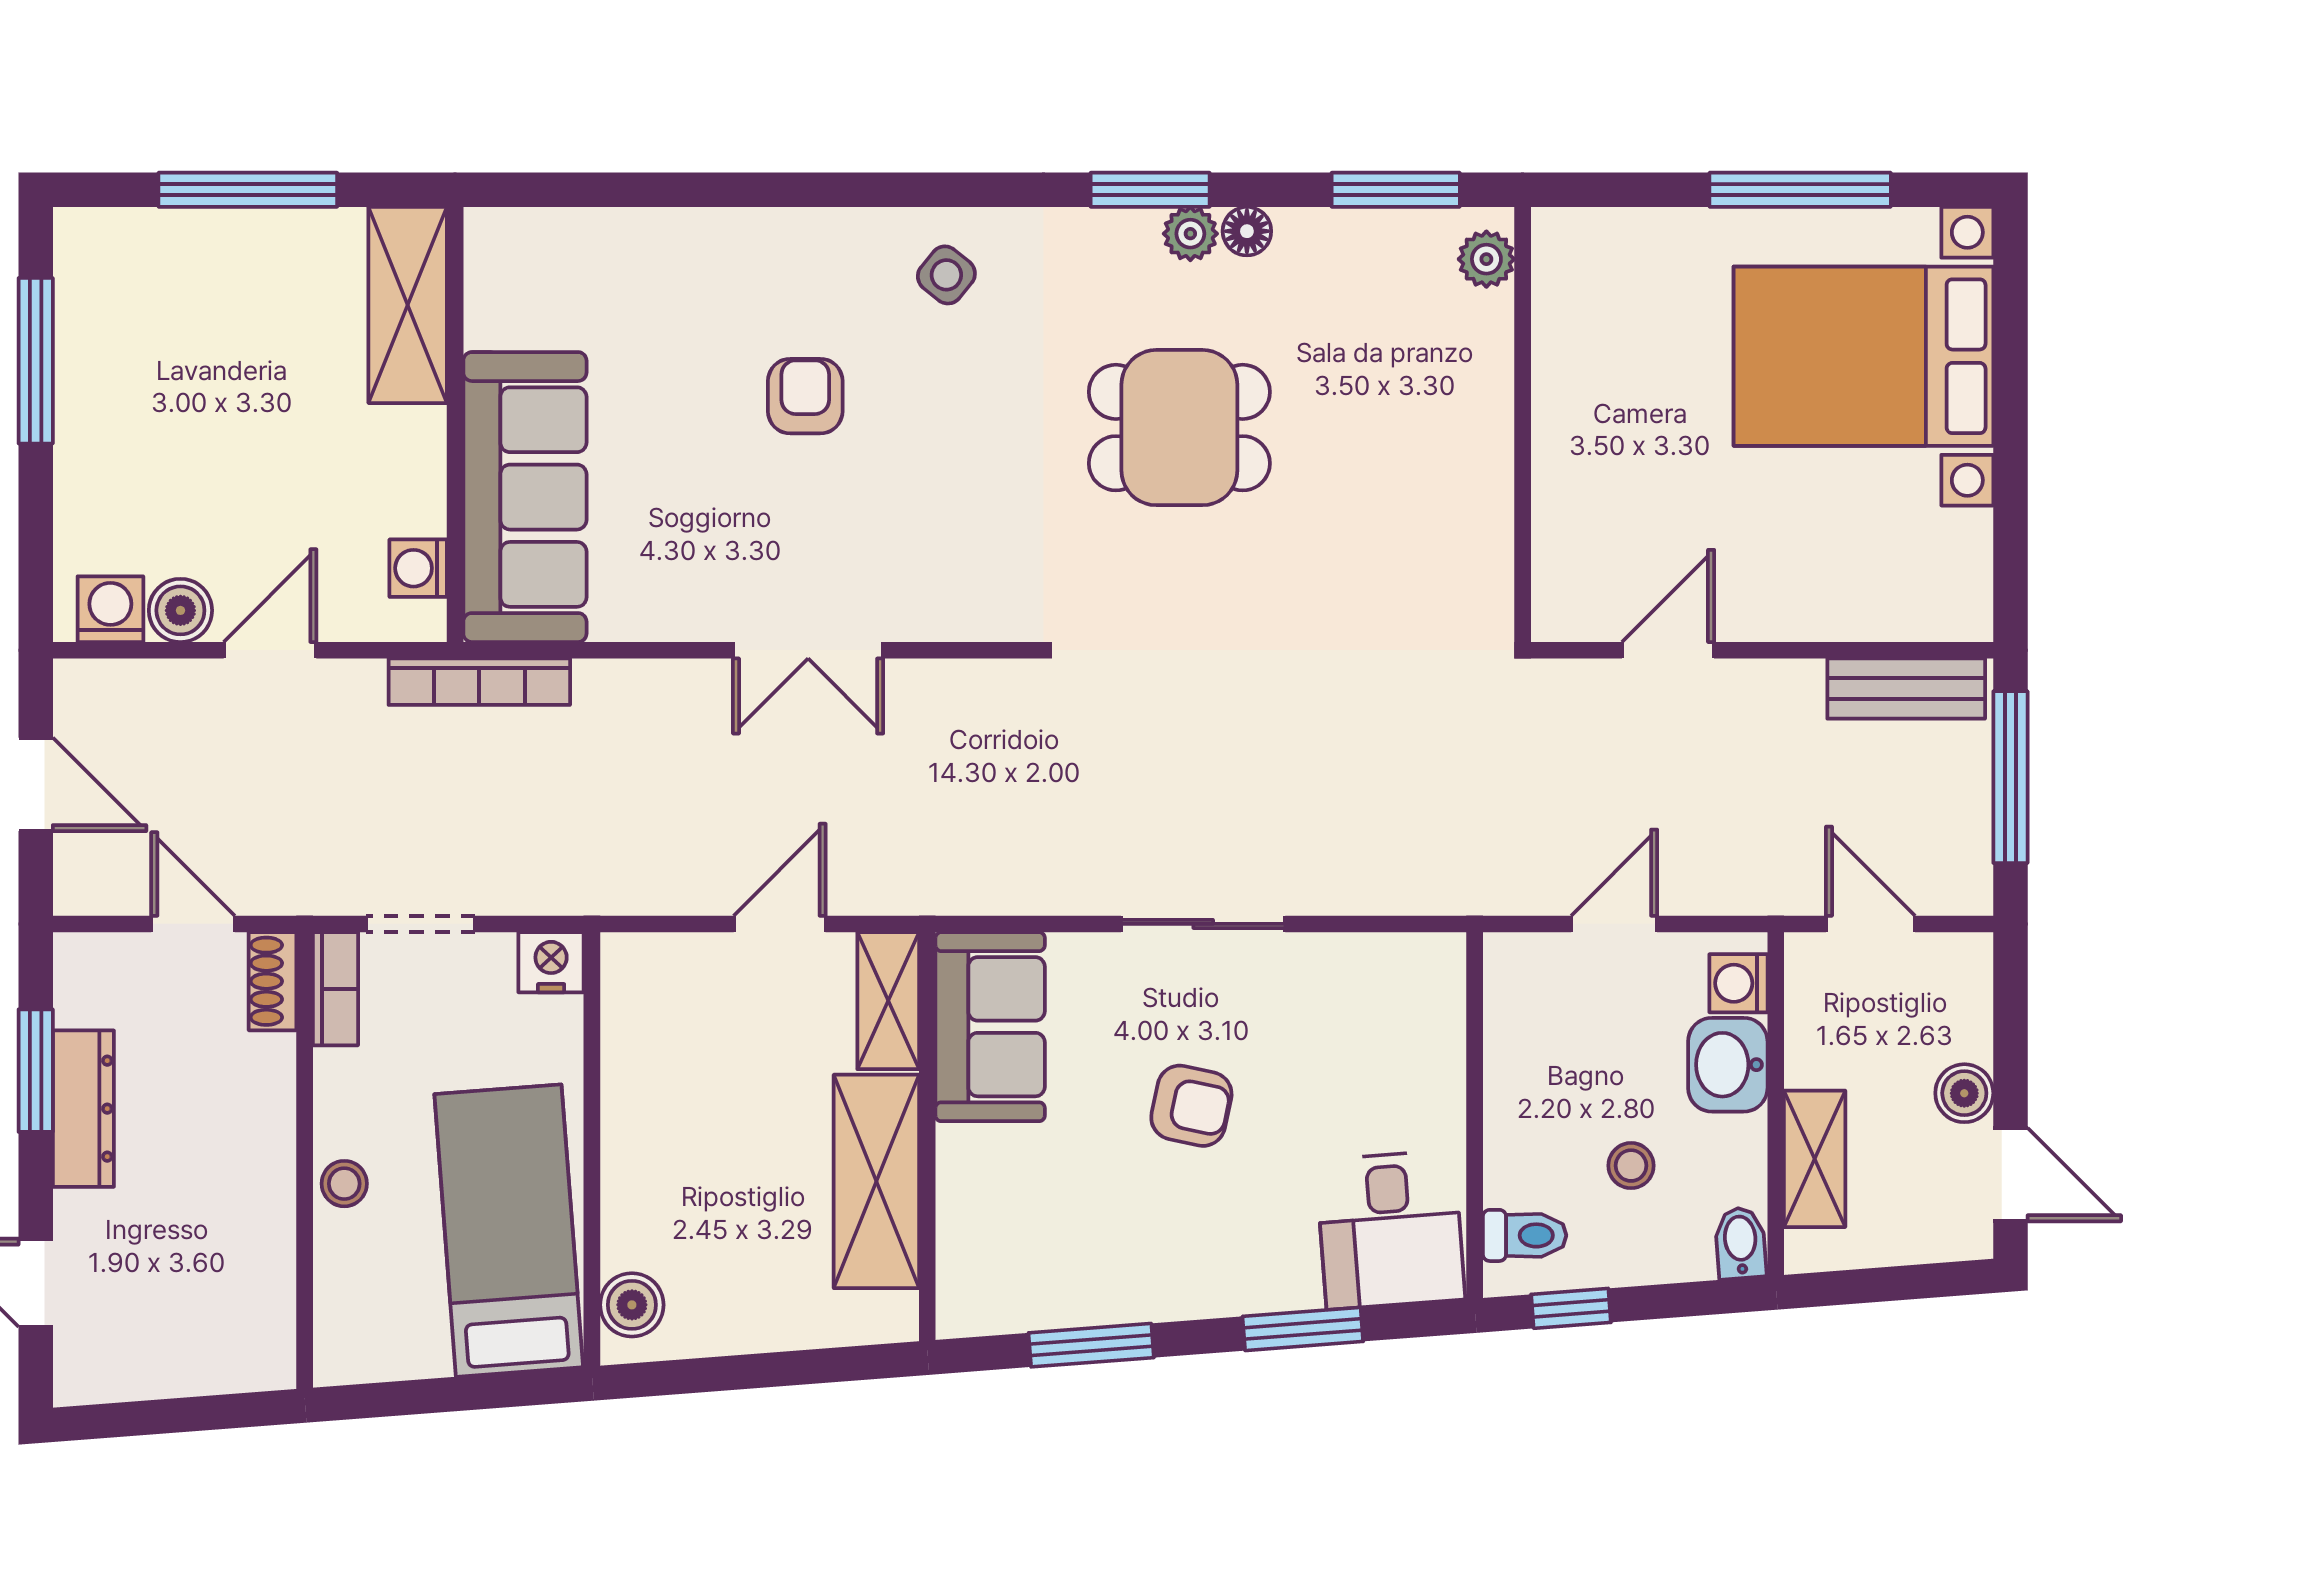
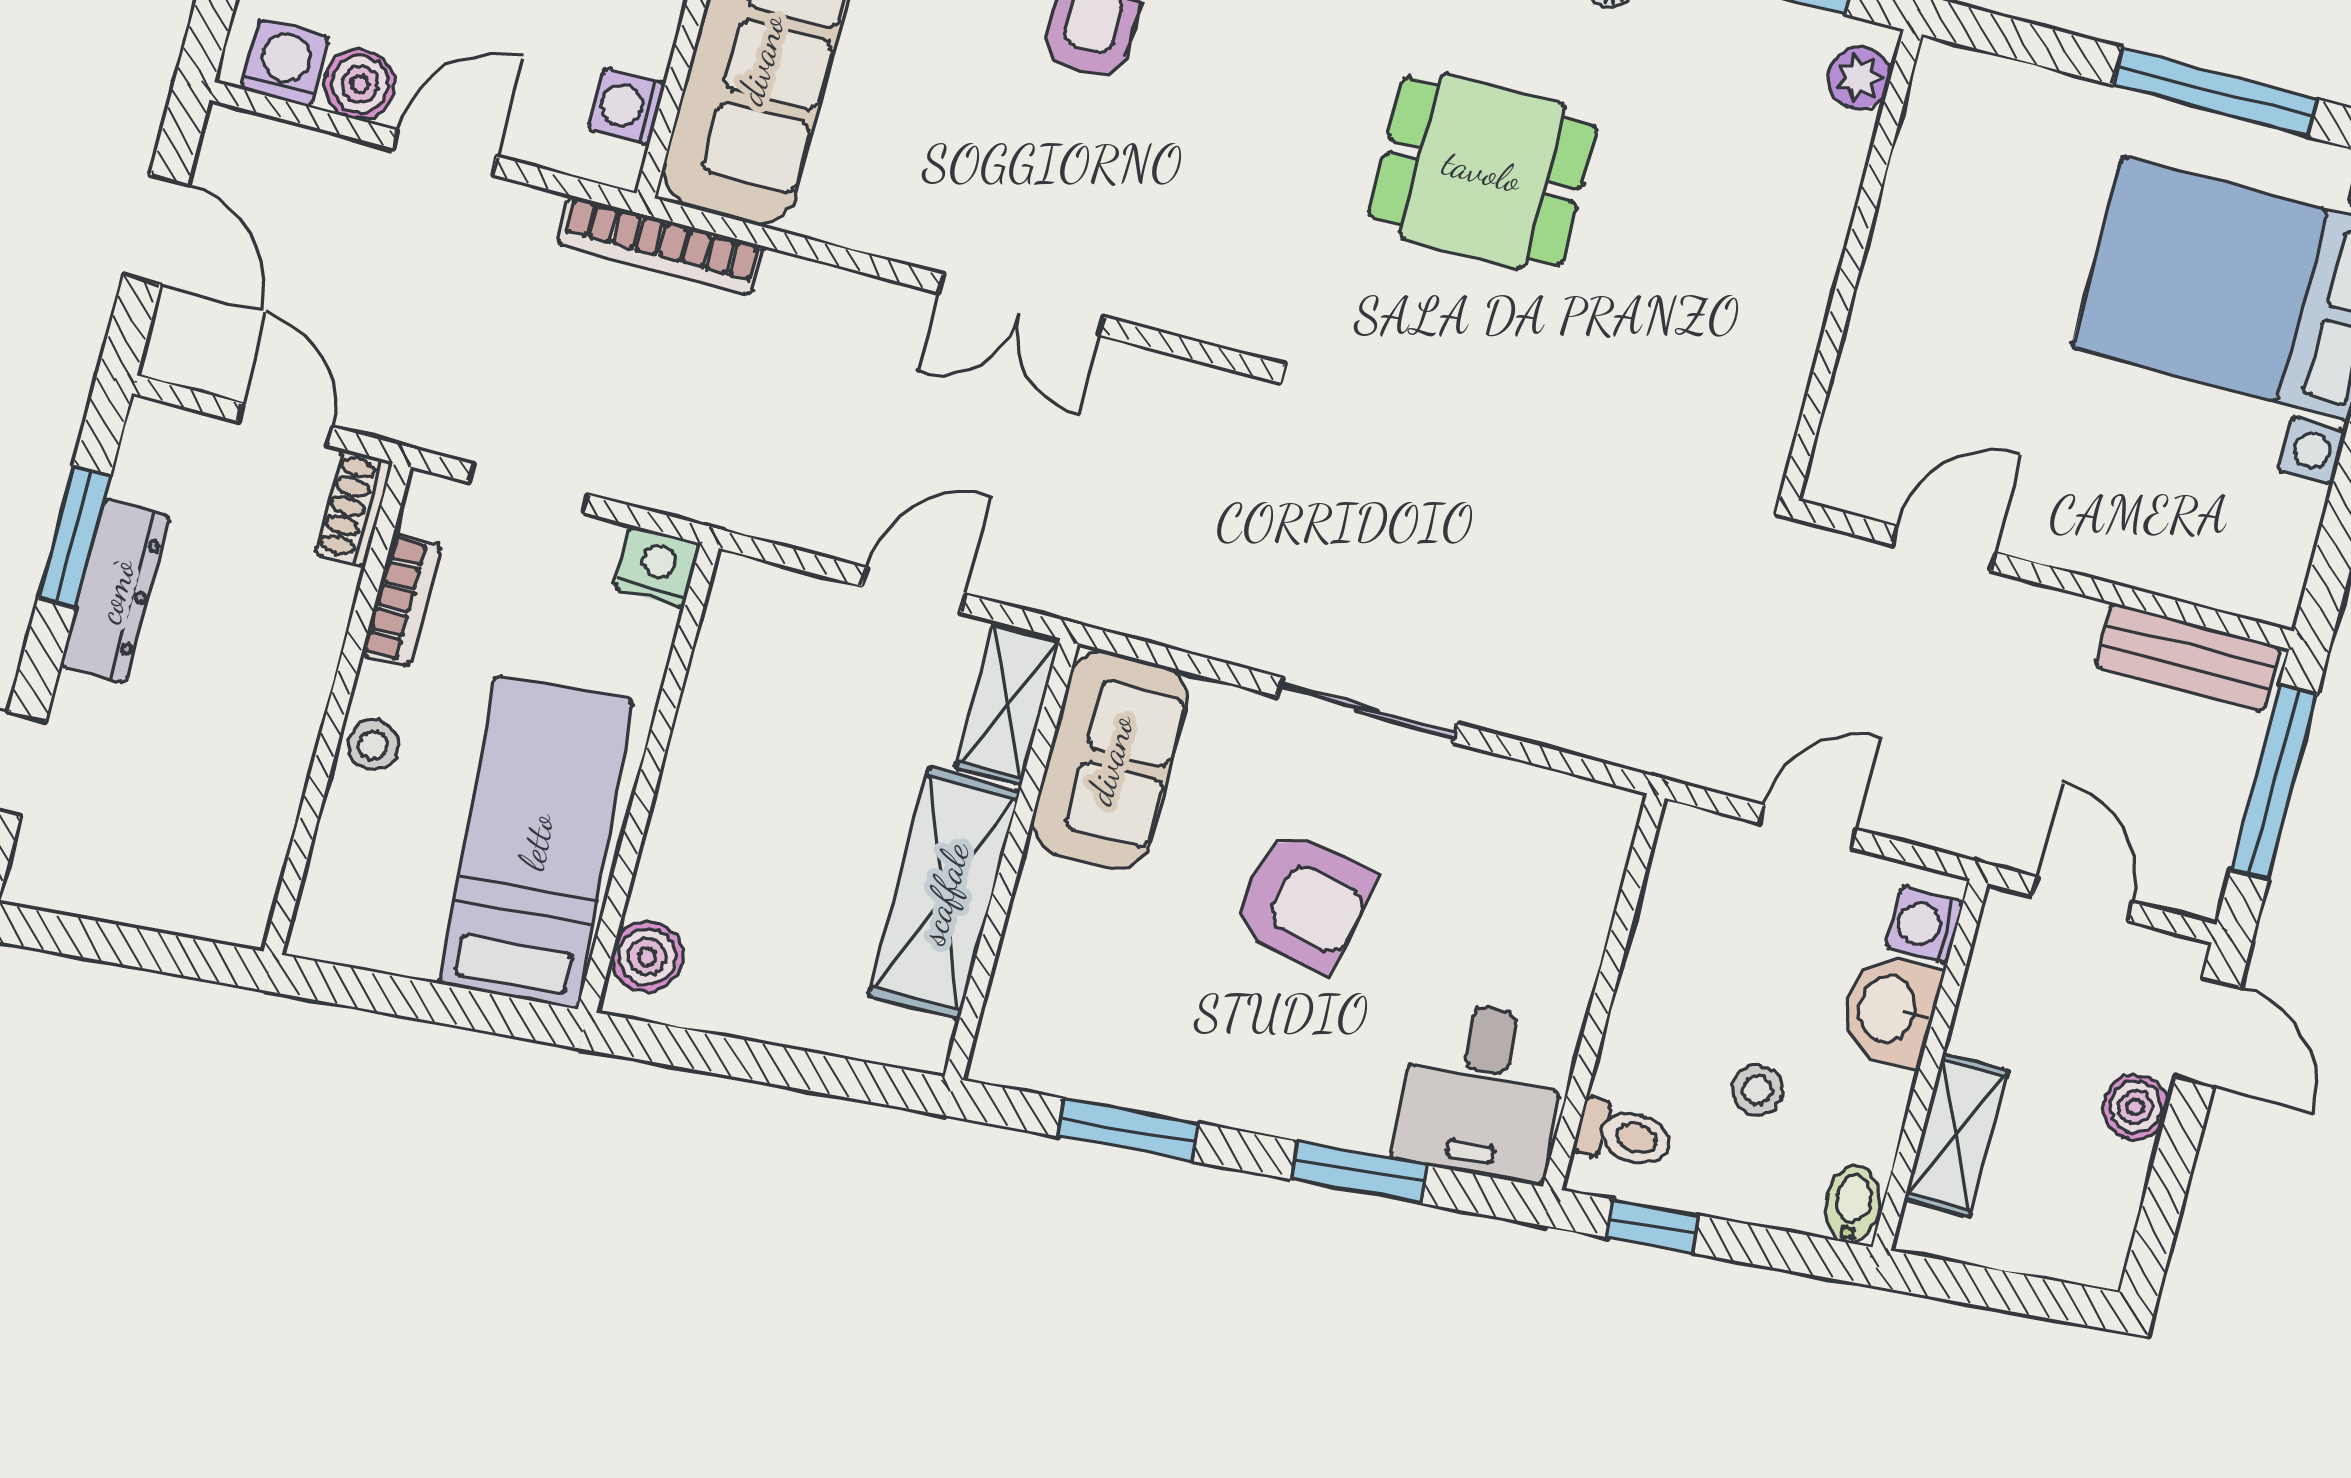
bookcase: (335, 989) -> (401, 600), moved
armchair: (1191, 1106) -> (1303, 901), width x1.38, depth x1.38
door: (2010, 1175) -> (2208, 1032), moved

